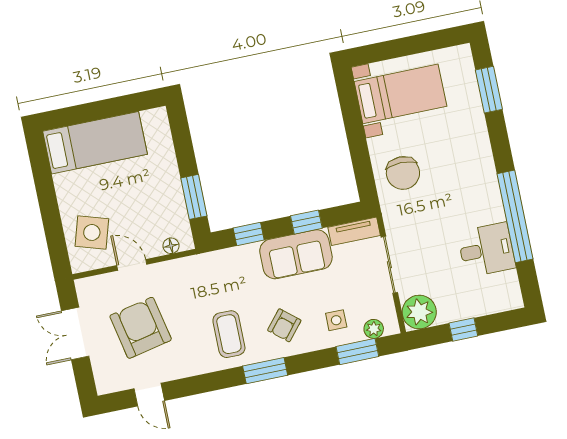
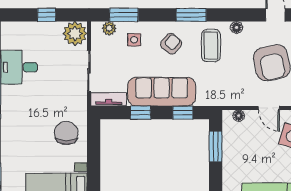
sofa: (296, 254) -> (162, 92), width x1.36
floor lamp: (199, 366) -> (237, 27), added

